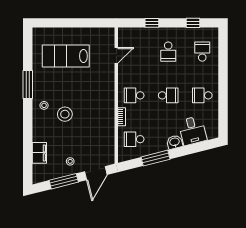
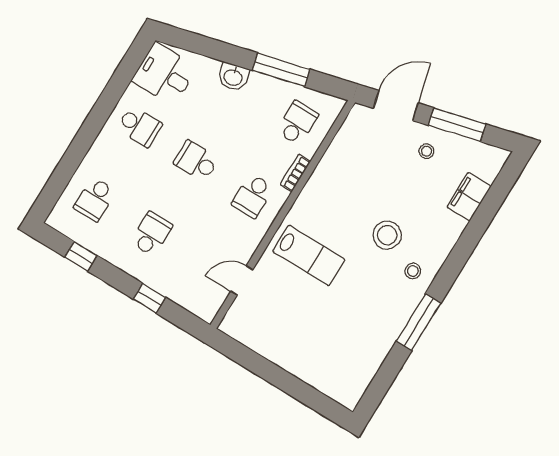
lab bench: (66, 56) -> (309, 255), moved, width x0.73, depth x0.72
school desk: (134, 95) -> (253, 196), turned 90
desk: (193, 131) -> (164, 74), moved, turned -76
school desk: (134, 139) -> (297, 123), turned -90

